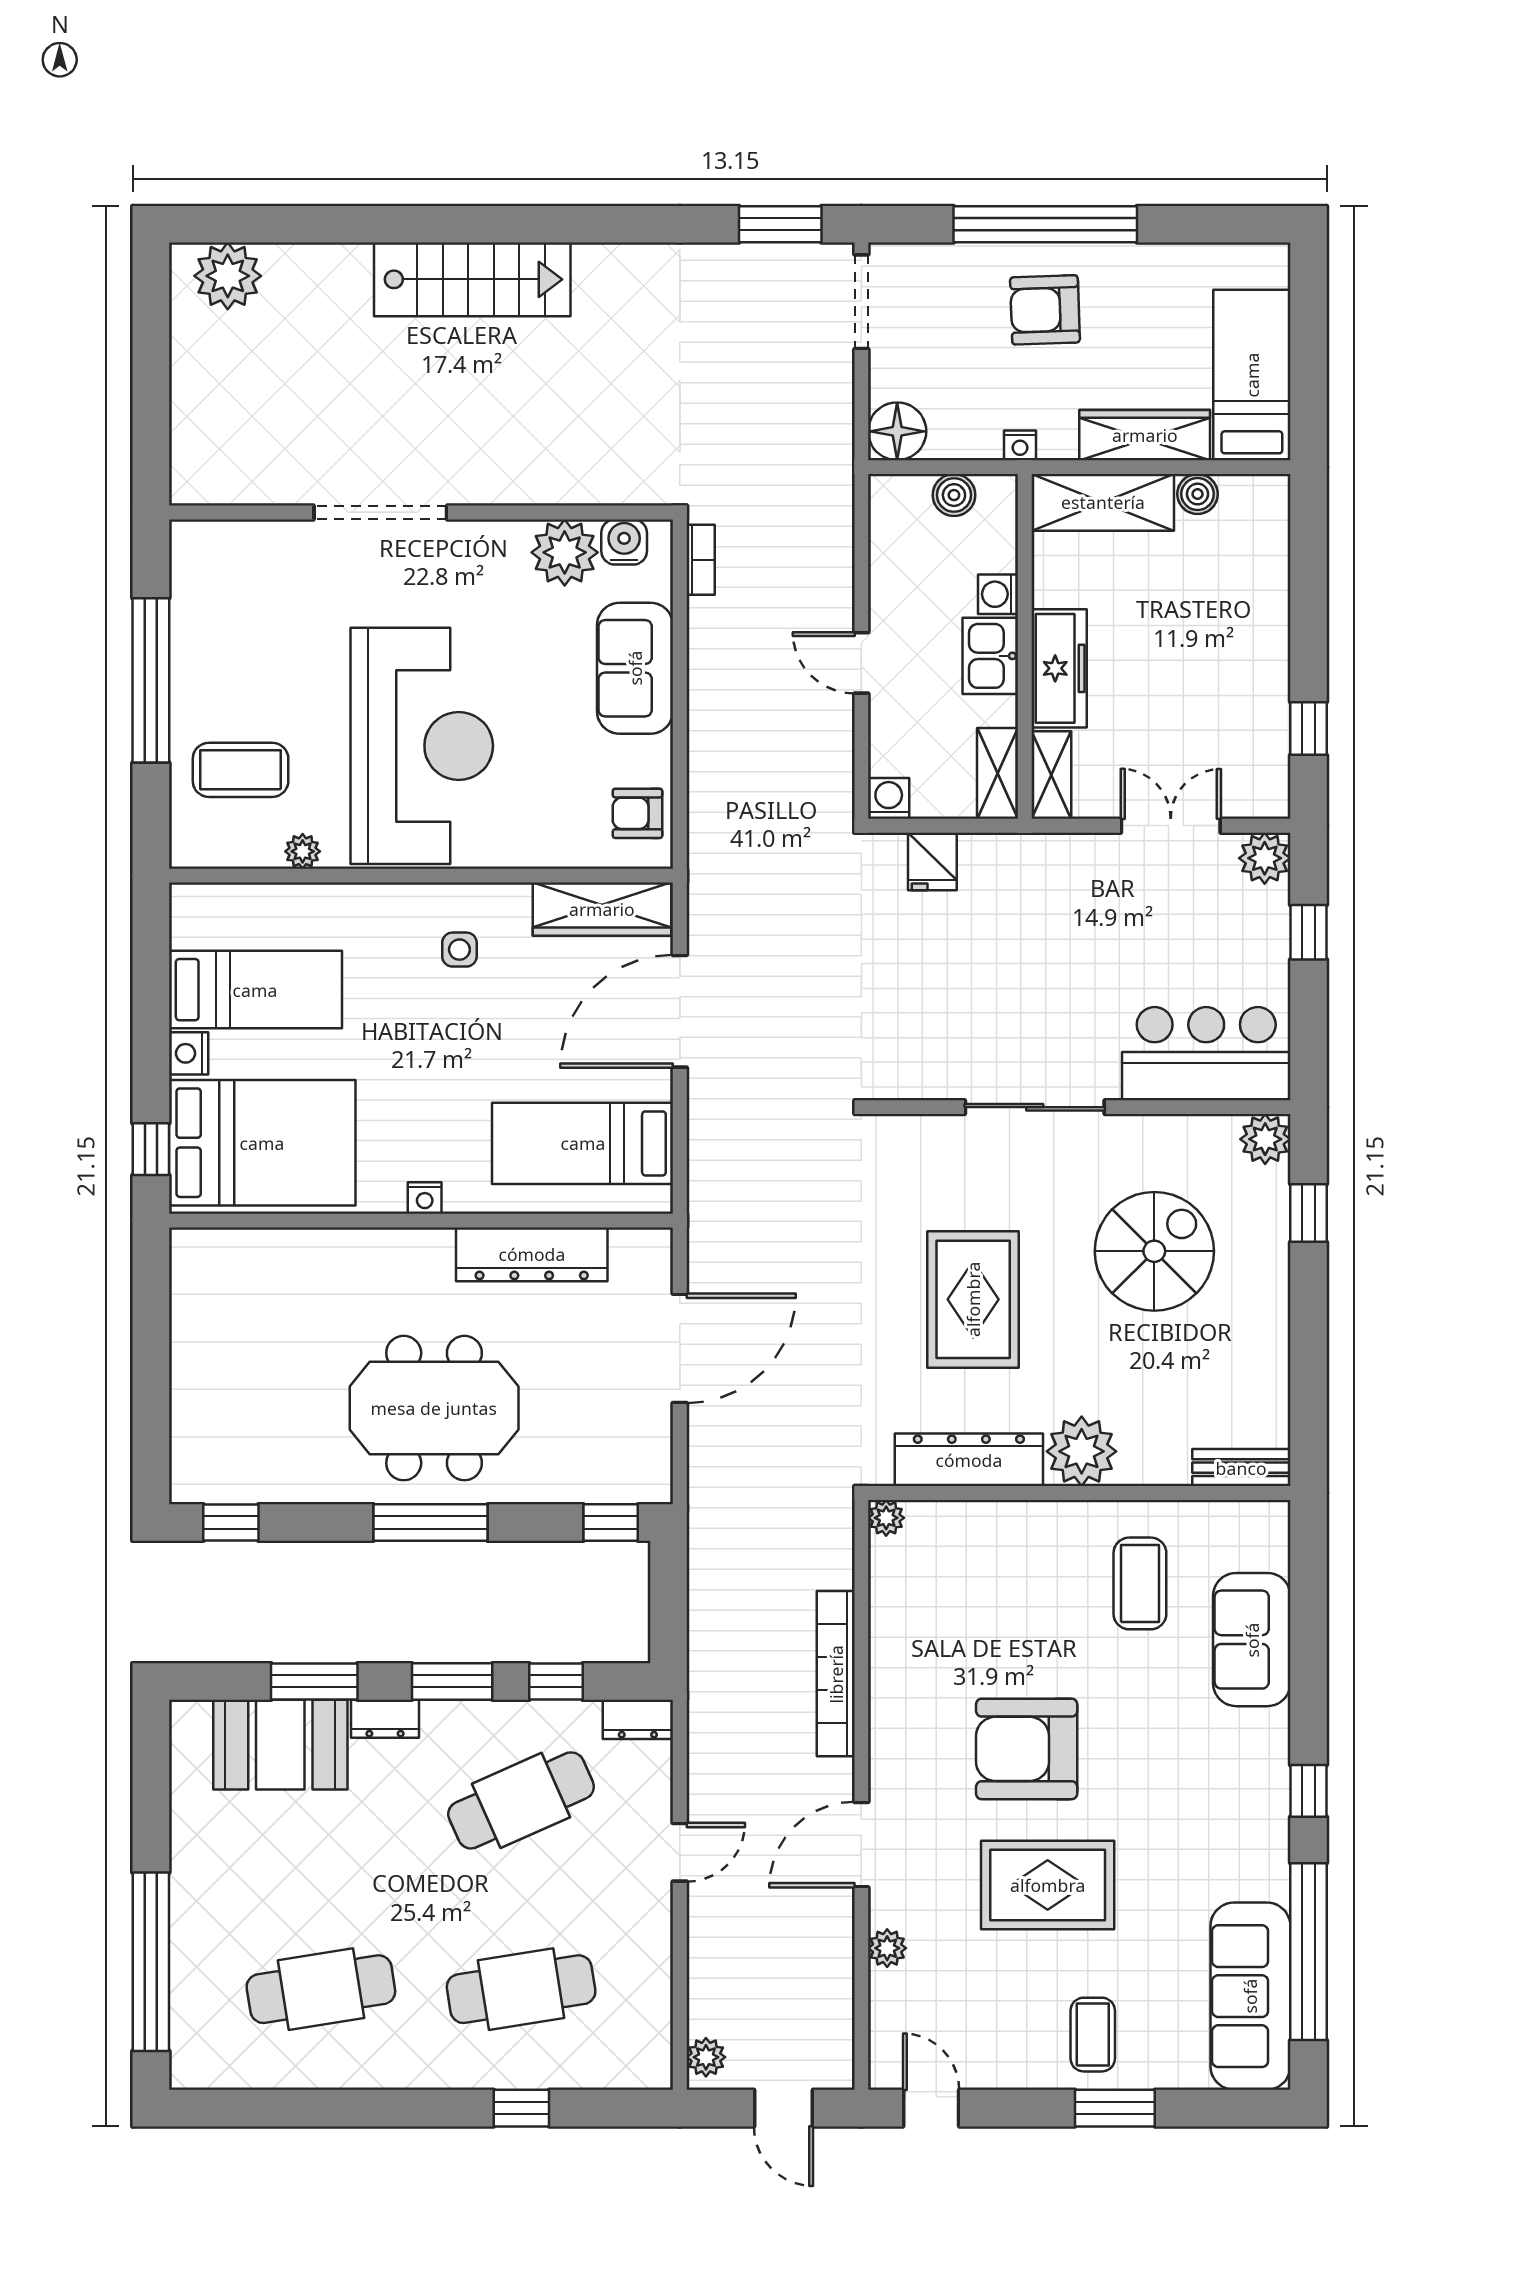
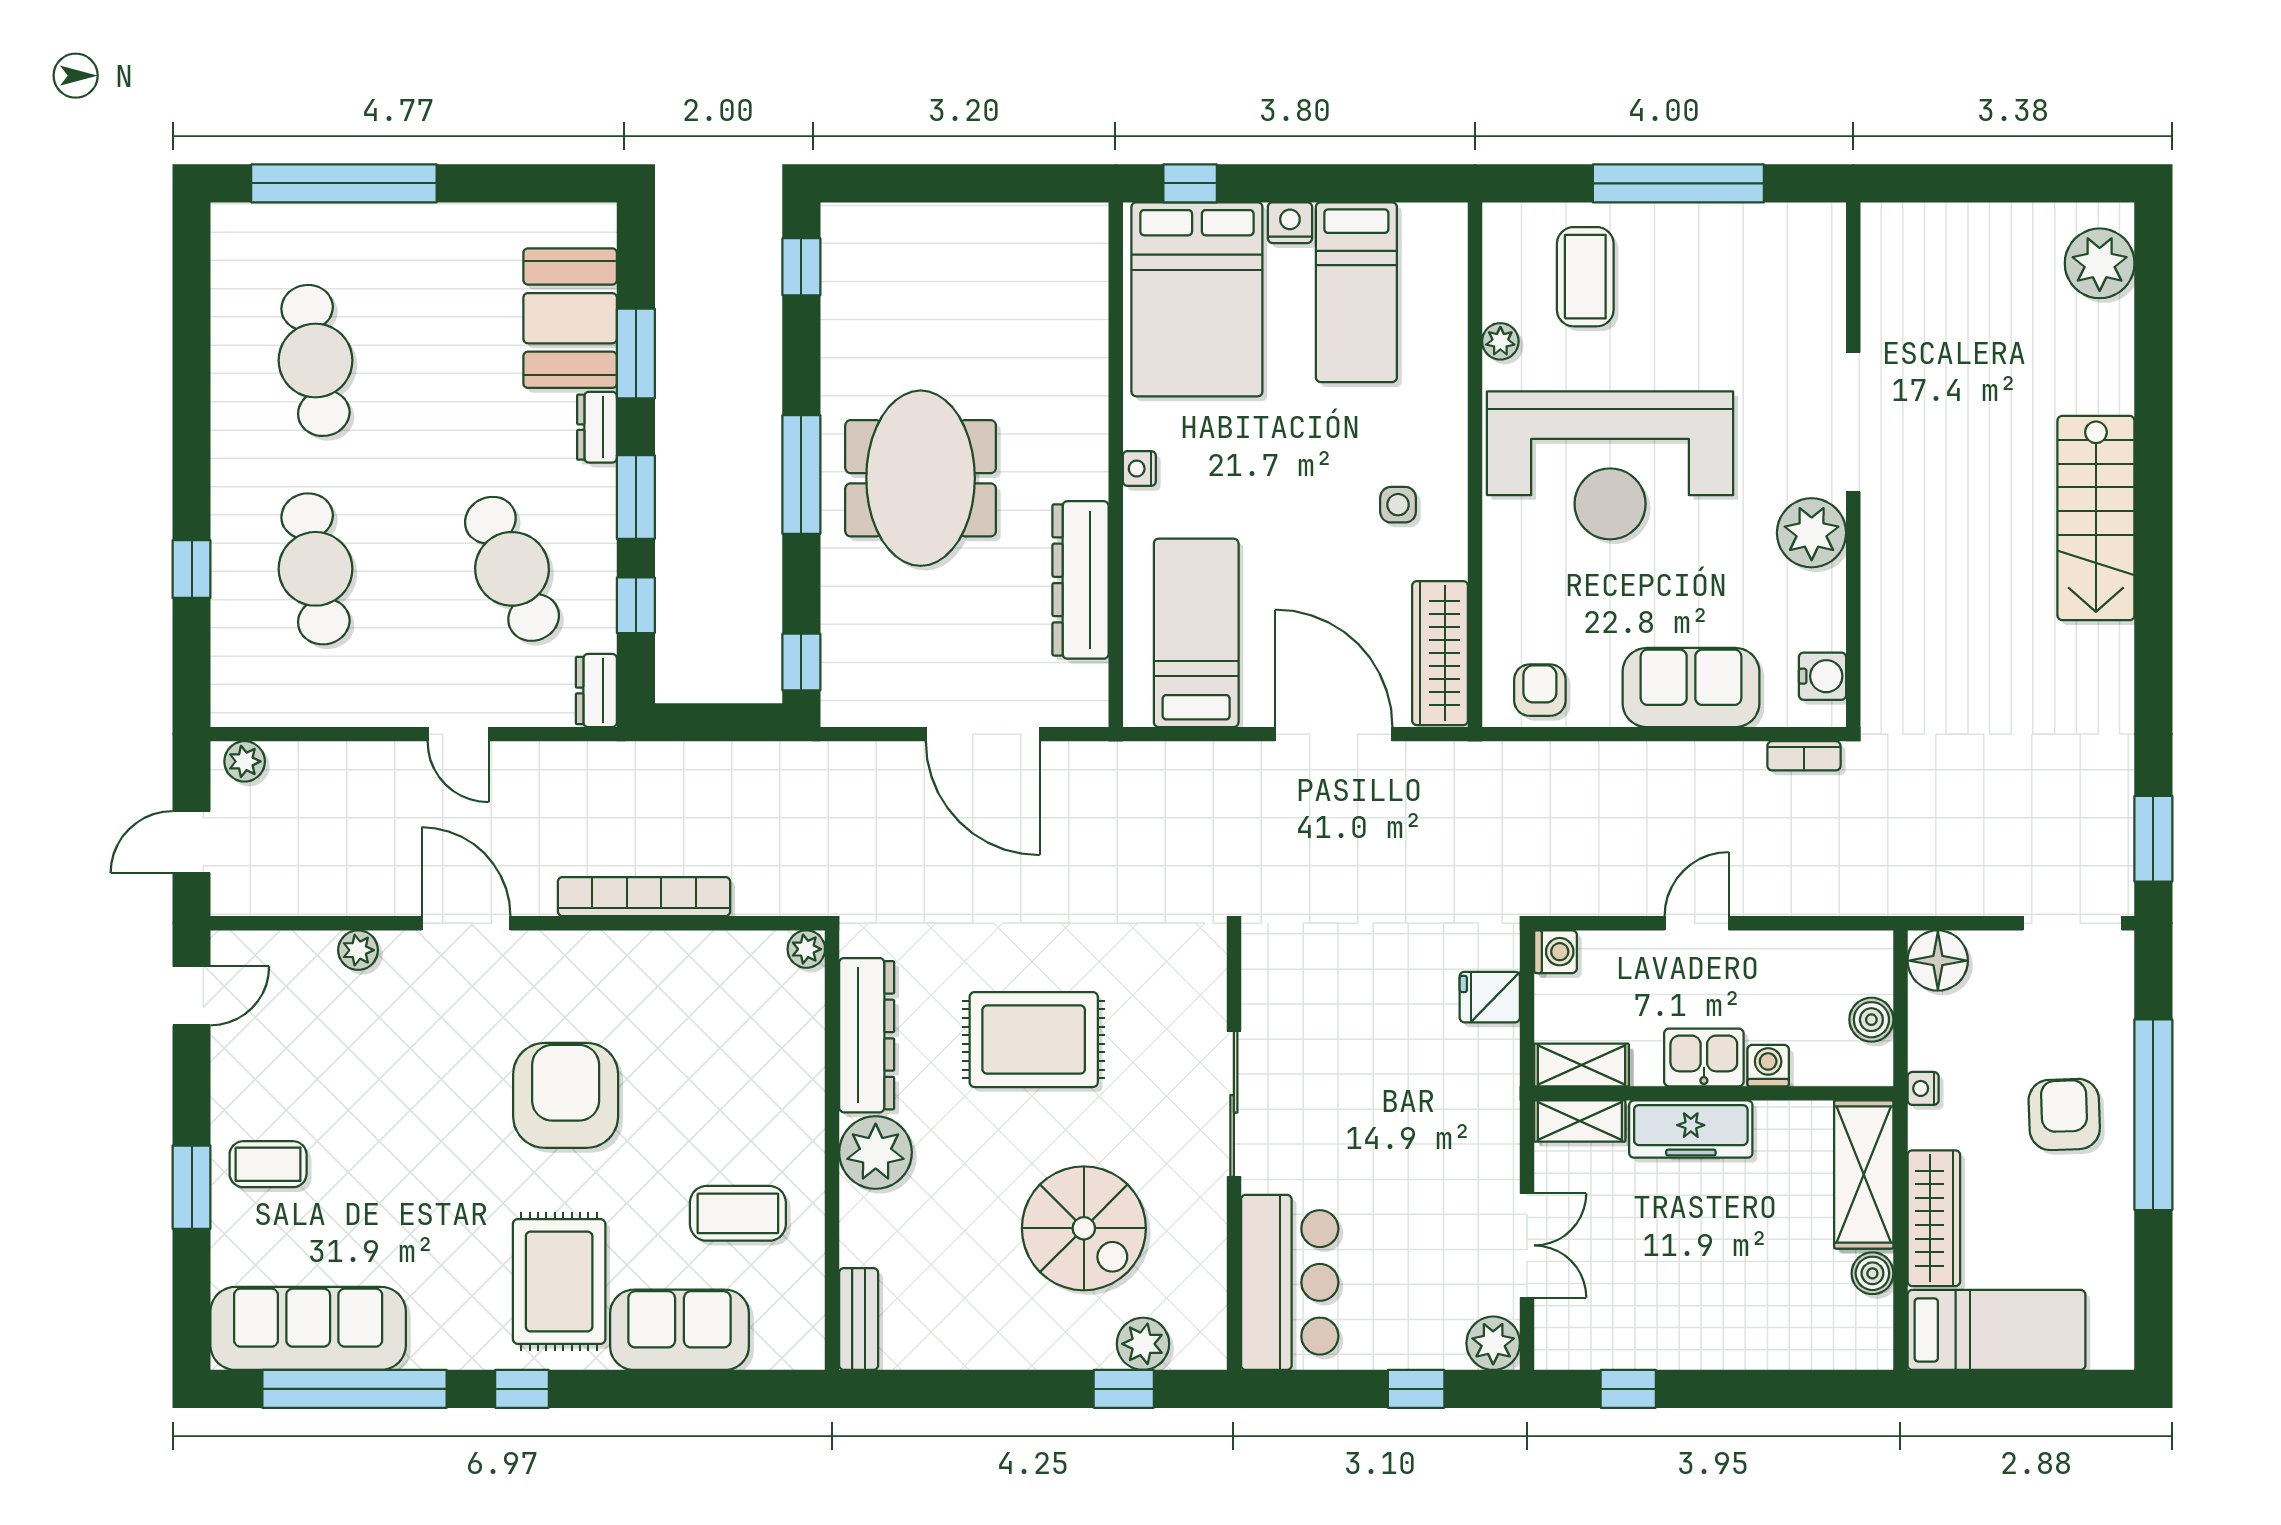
plant: (565, 552) -> (1812, 533), moved
plant: (1265, 1139) -> (1143, 1344), moved
rug: (1048, 1885) -> (559, 1281), moved

